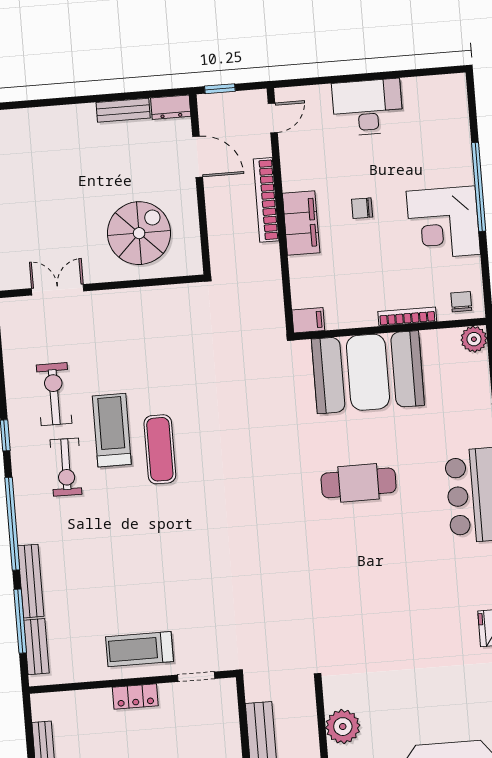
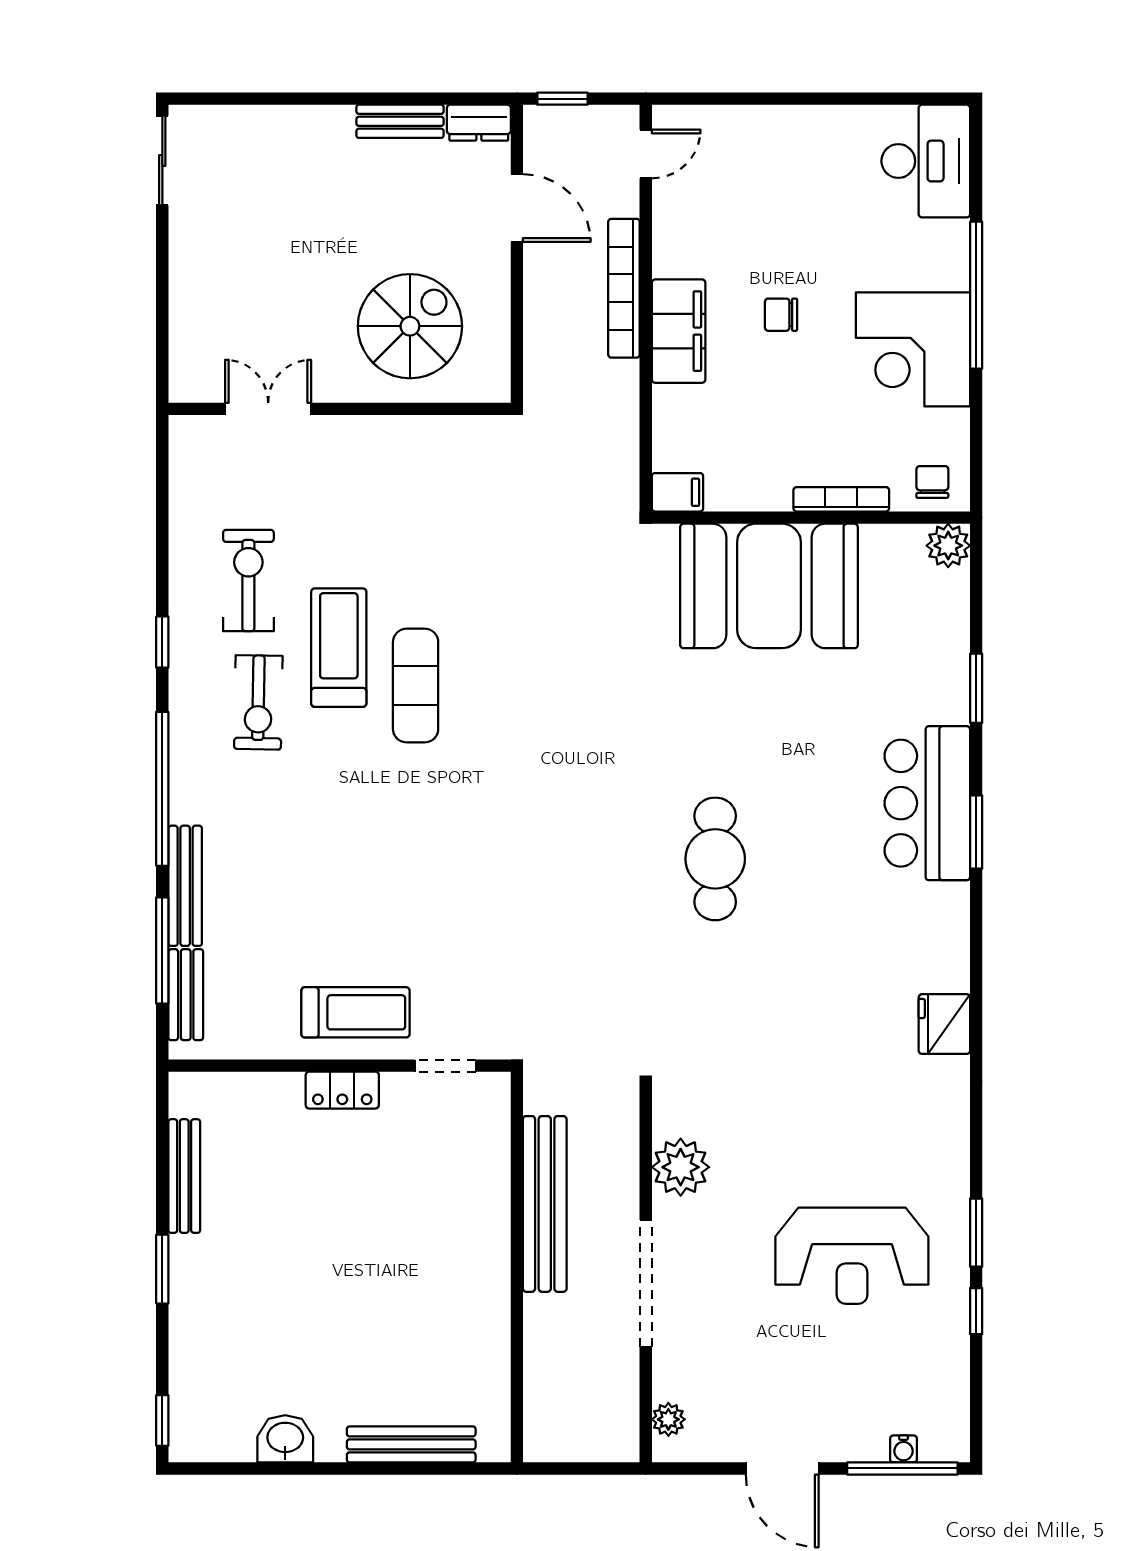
desk: (368, 107) -> (926, 161), moved, turned 90
cafe table: (359, 483) -> (715, 859), moved, turned 90
treadmill: (140, 649) -> (355, 1012), turned 180

